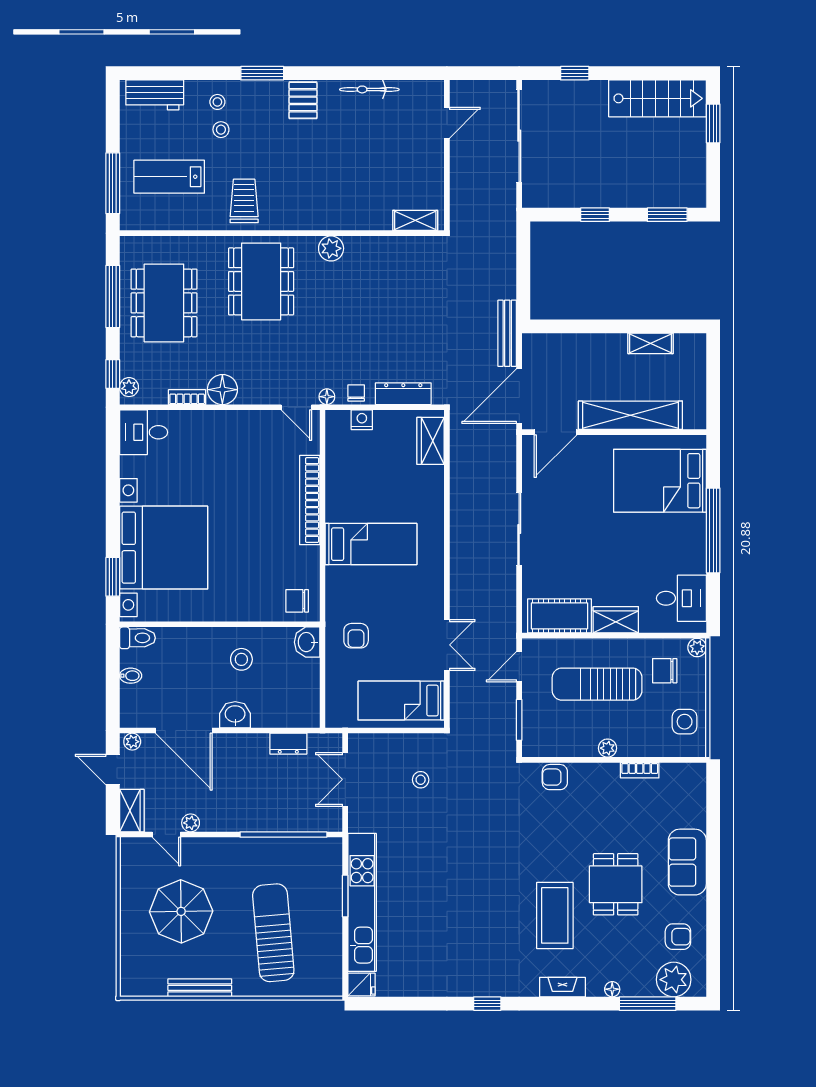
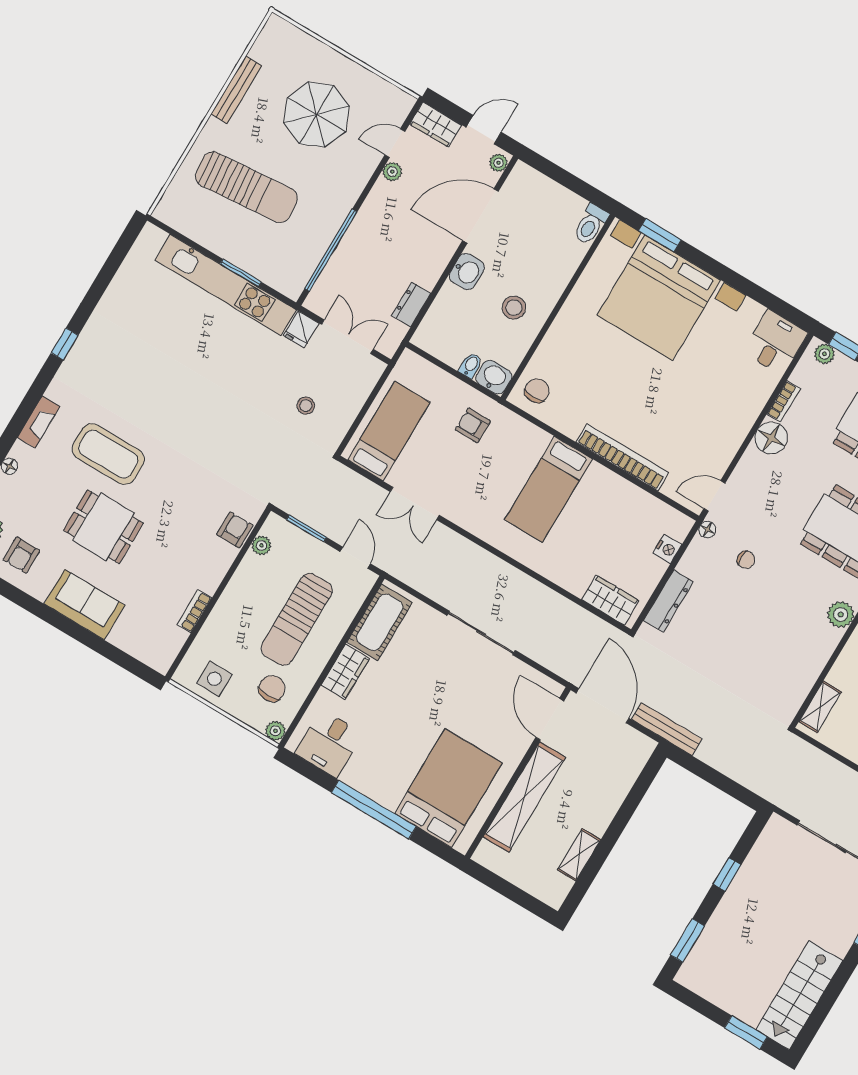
chair: (356, 393) -> (746, 560), moved
bidet: (131, 676) -> (471, 365), moved, turned 180
sun lounger: (597, 684) -> (297, 619), turned 180
plant: (607, 748) -> (261, 545), moved
fridge: (361, 985) -> (301, 329), moved

